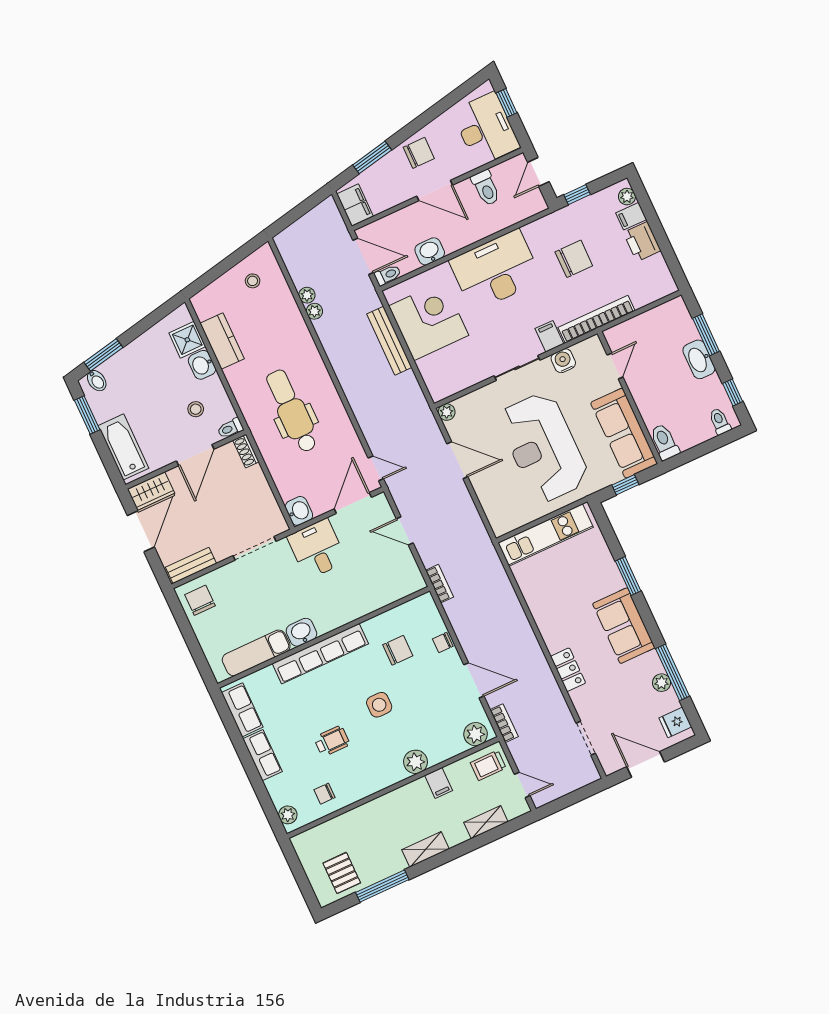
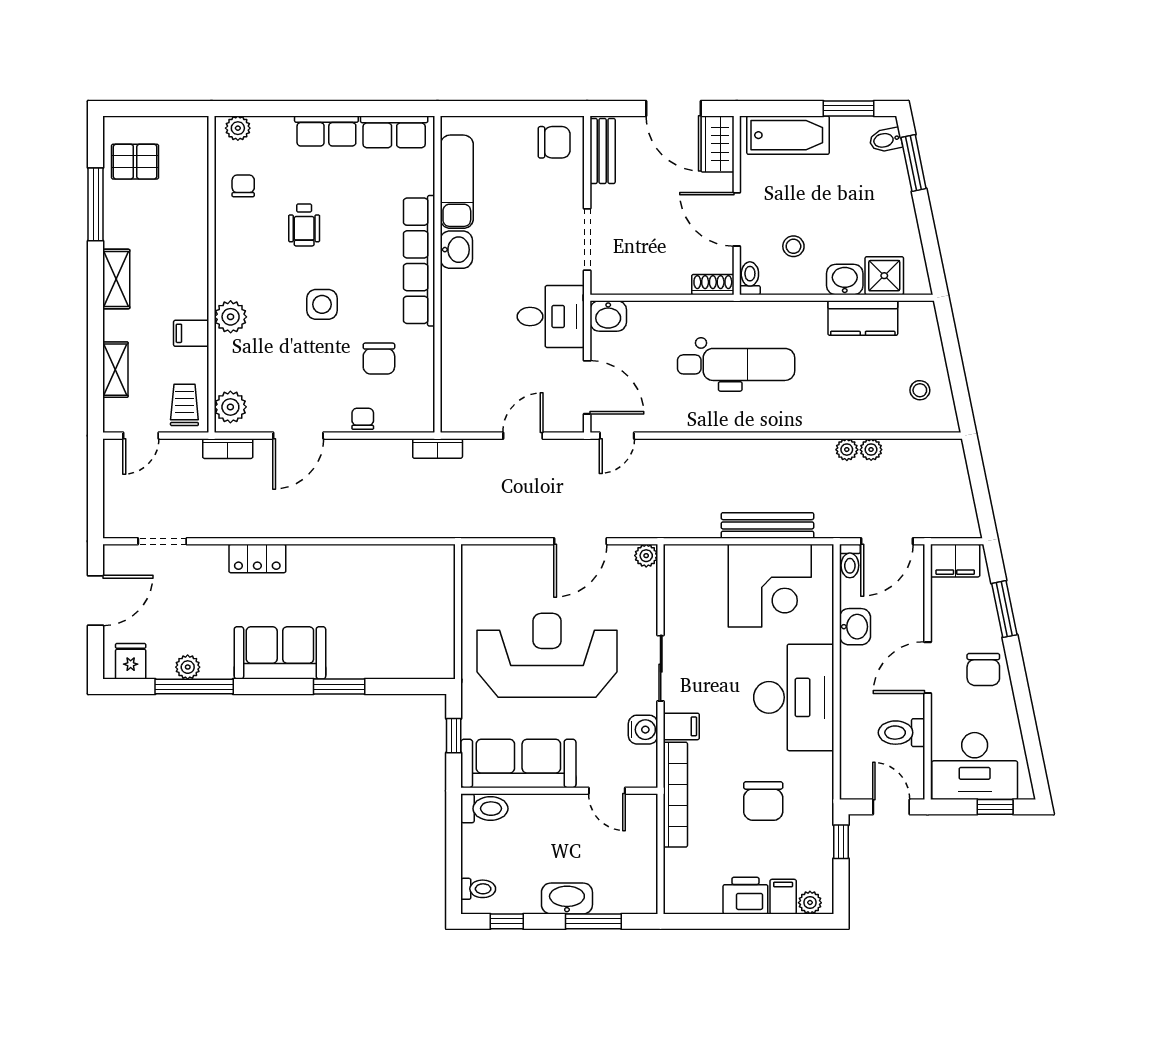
kitchen unit: (546, 535) -> (437, 608), removed

